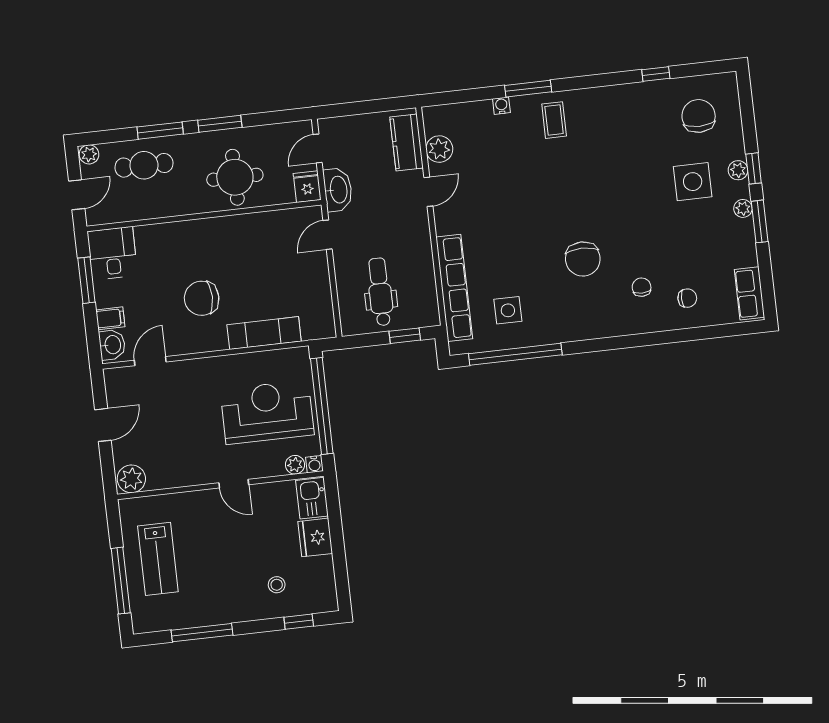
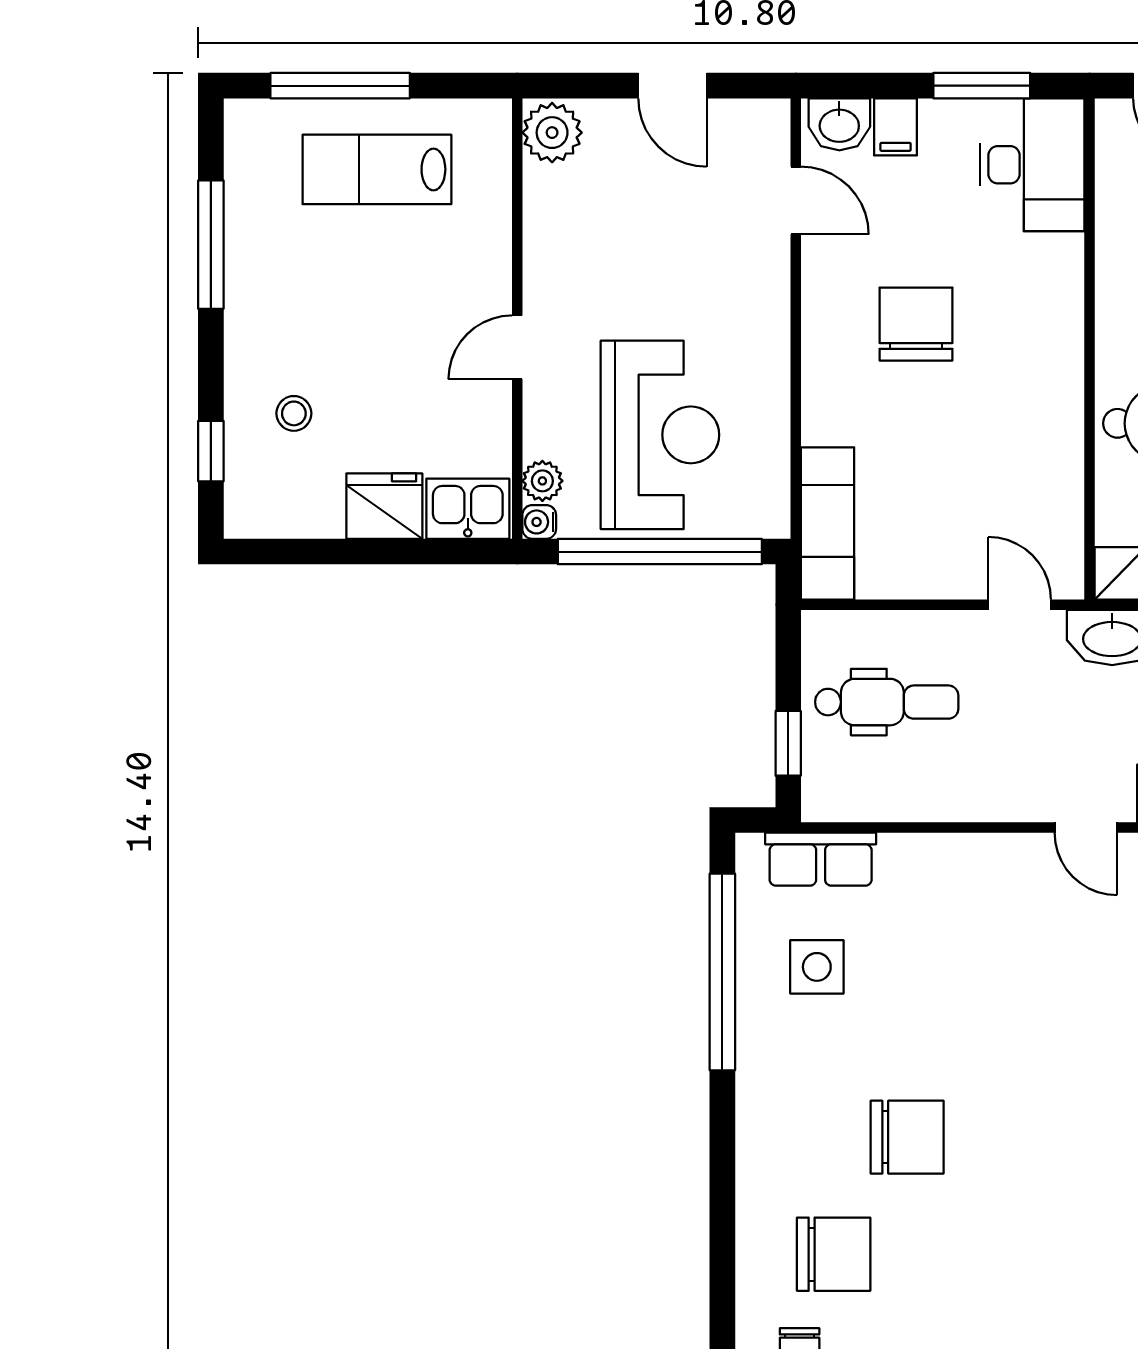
desk: (112, 253) -> (1032, 165), width x1.37
chair: (583, 259) -> (907, 1137), turned 180
chair: (642, 287) -> (834, 1254), width x1.87, depth x1.87
row of seats: (454, 288) -> (821, 859), width x0.50
exam couch: (264, 333) -> (828, 523), moved

